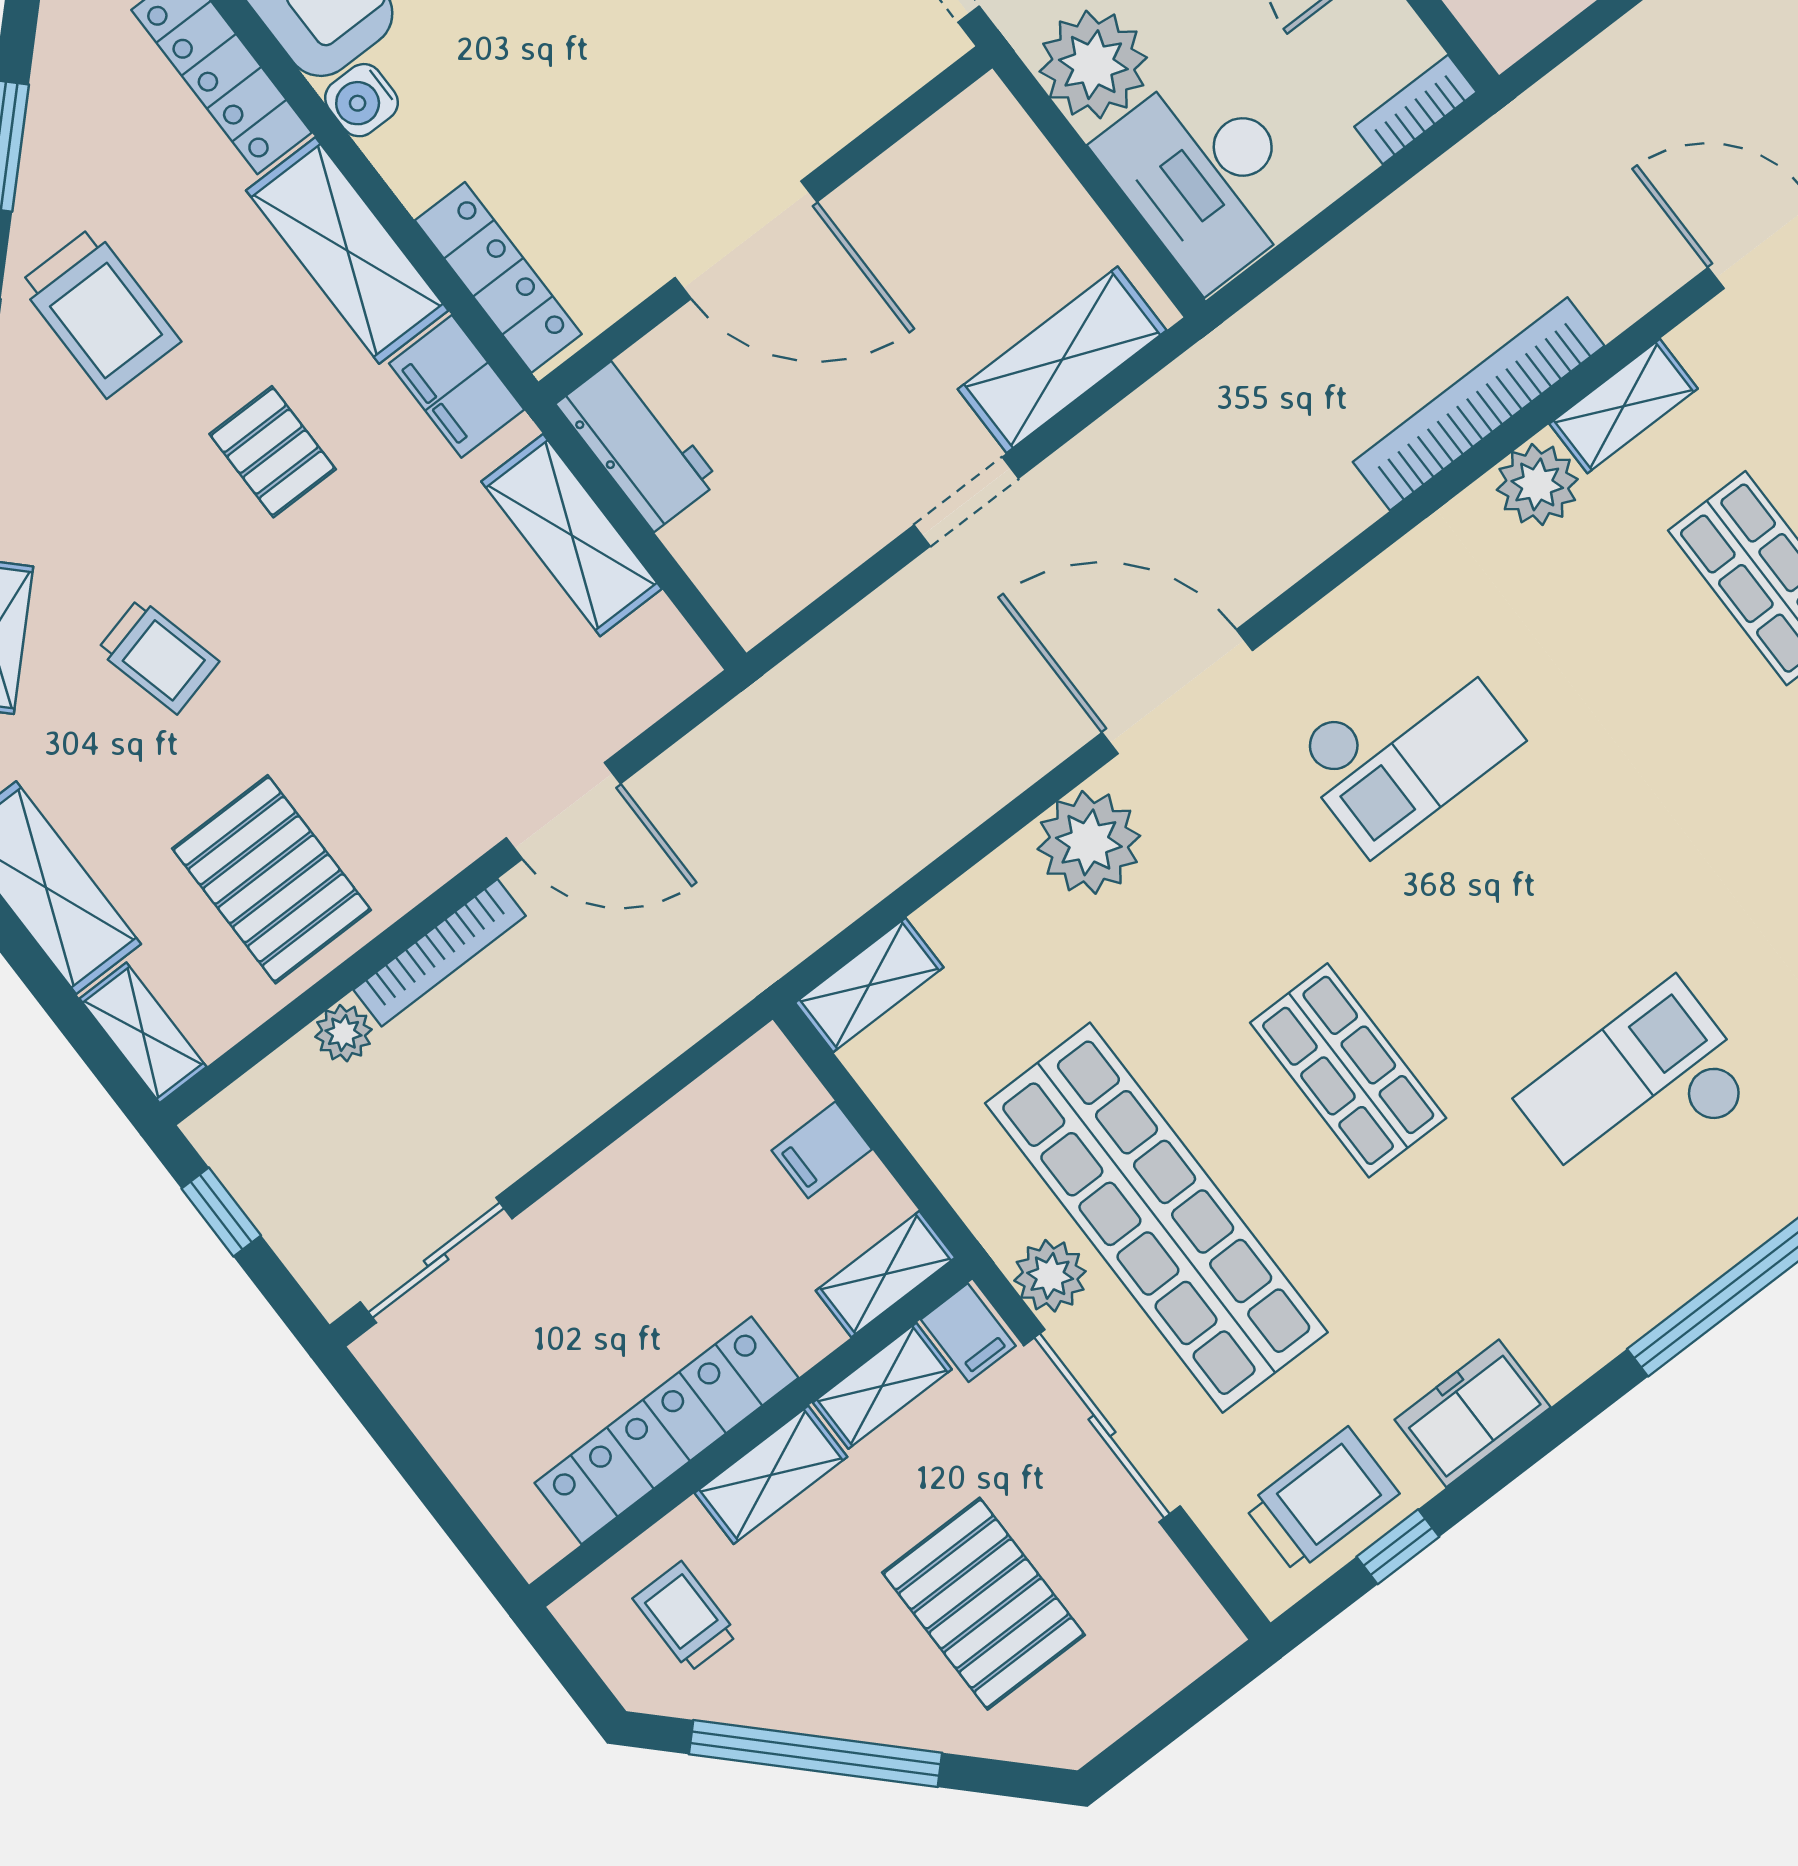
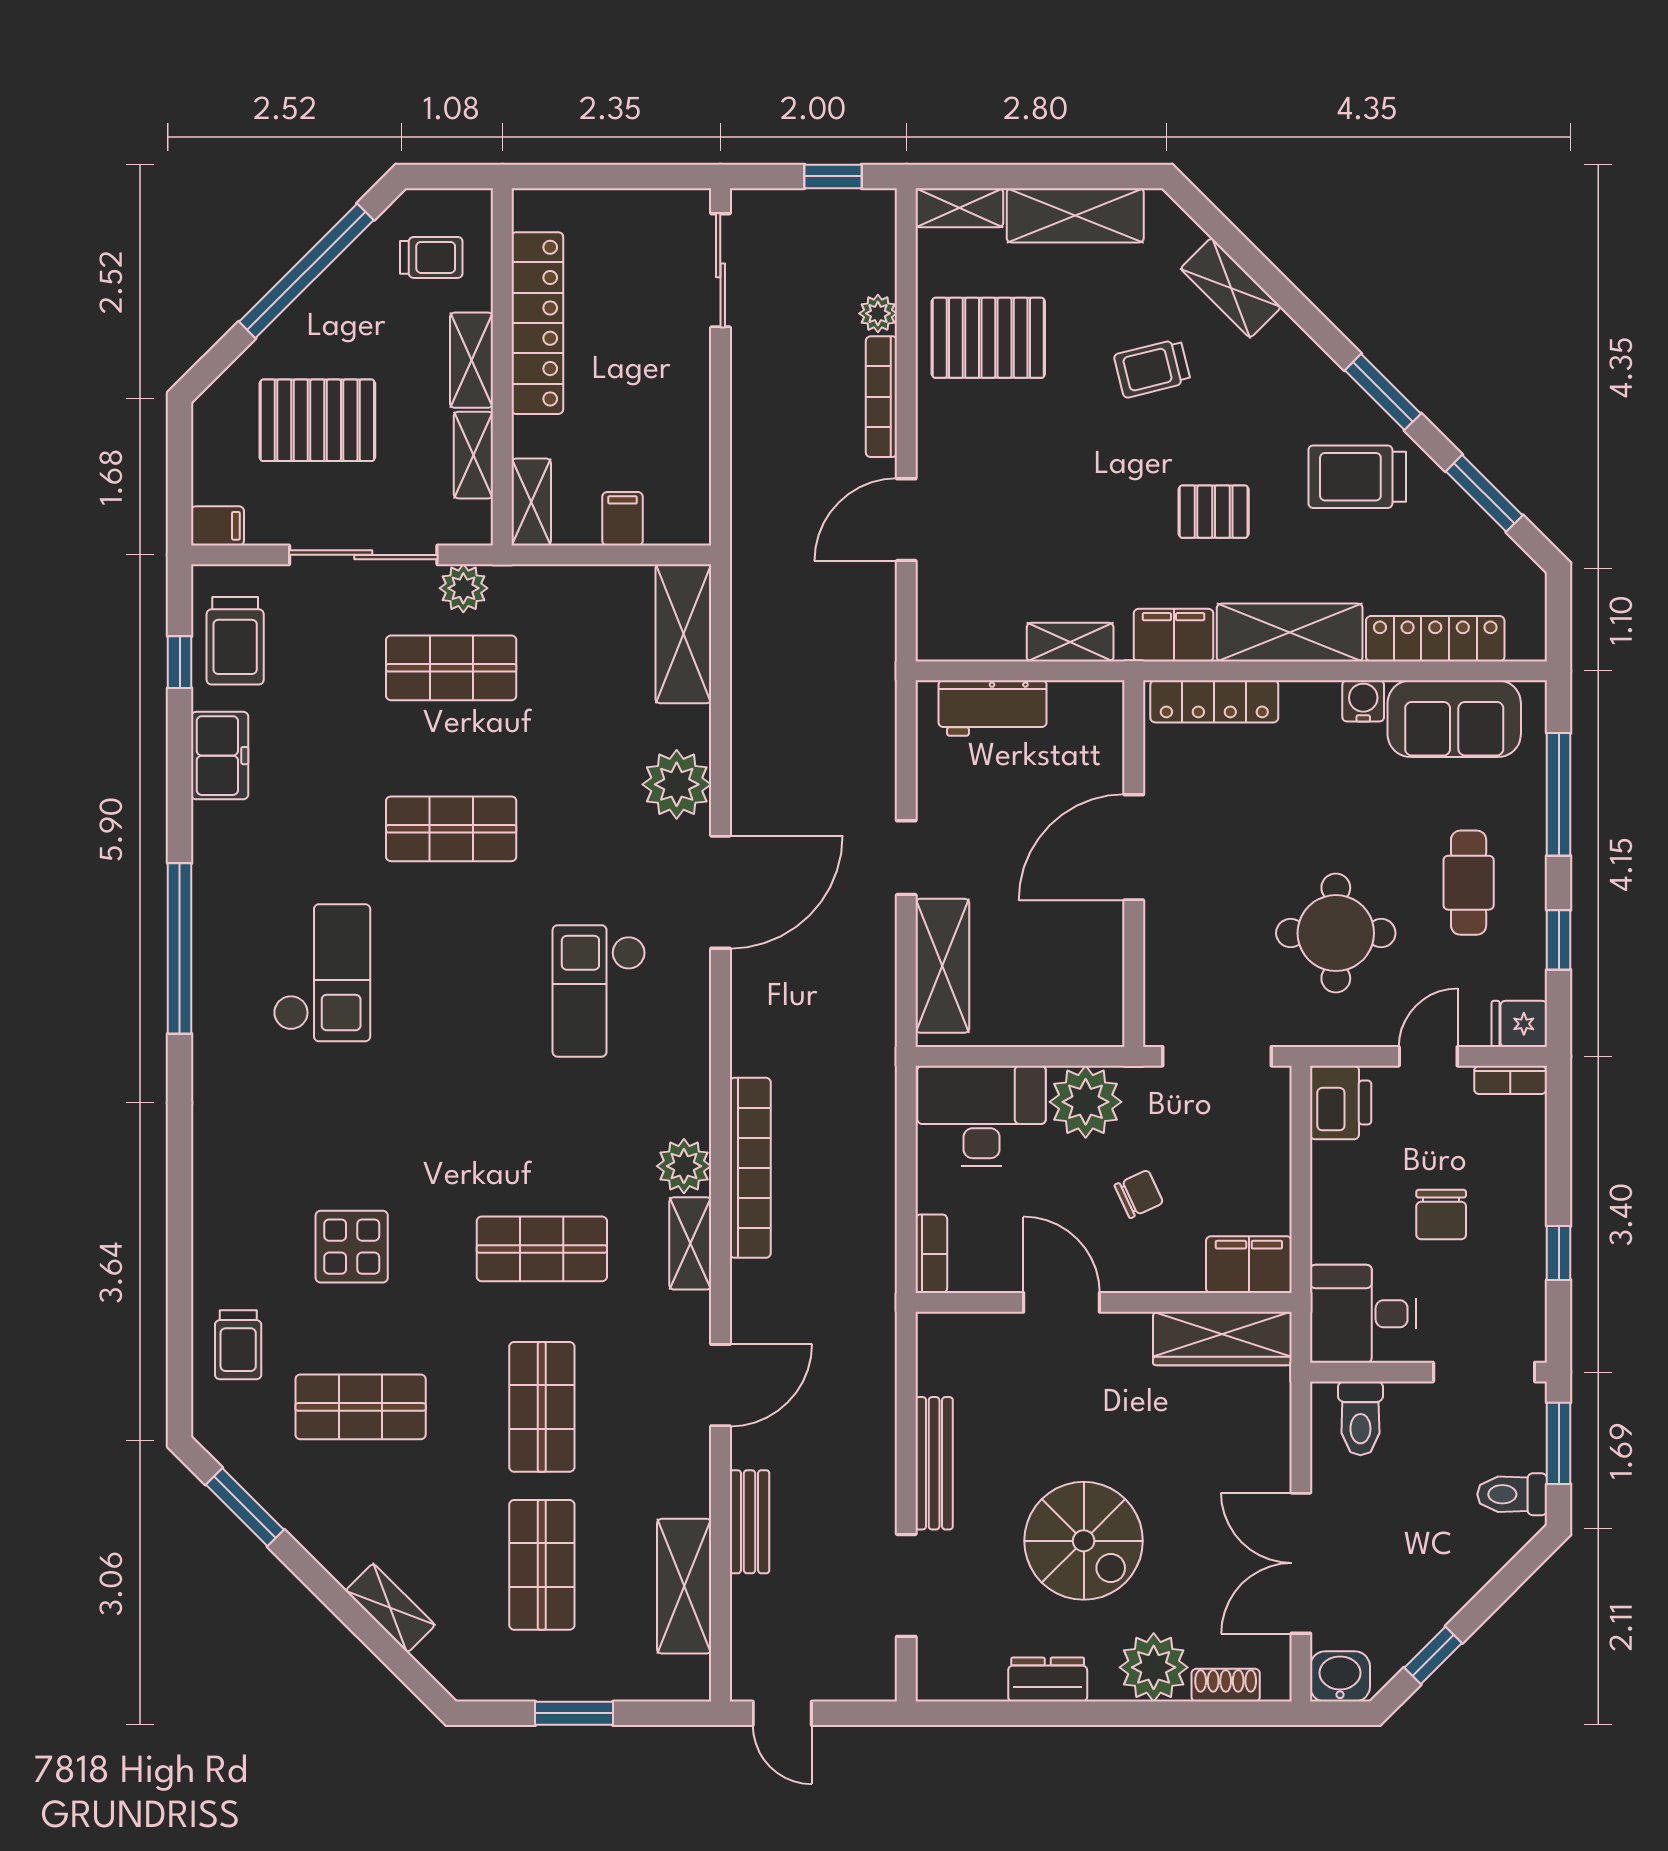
workbench: (638, 443) -> (993, 708), moved
shelving: (572, 535) -> (1070, 642), width x0.67, depth x0.75
shelving: (869, 985) -> (683, 634), width x1.50, depth x1.33
shop shelf: (1156, 1218) -> (451, 668), width x0.50, depth x0.74
filing cabinet: (968, 1333) -> (217, 526), moved, turned 180

